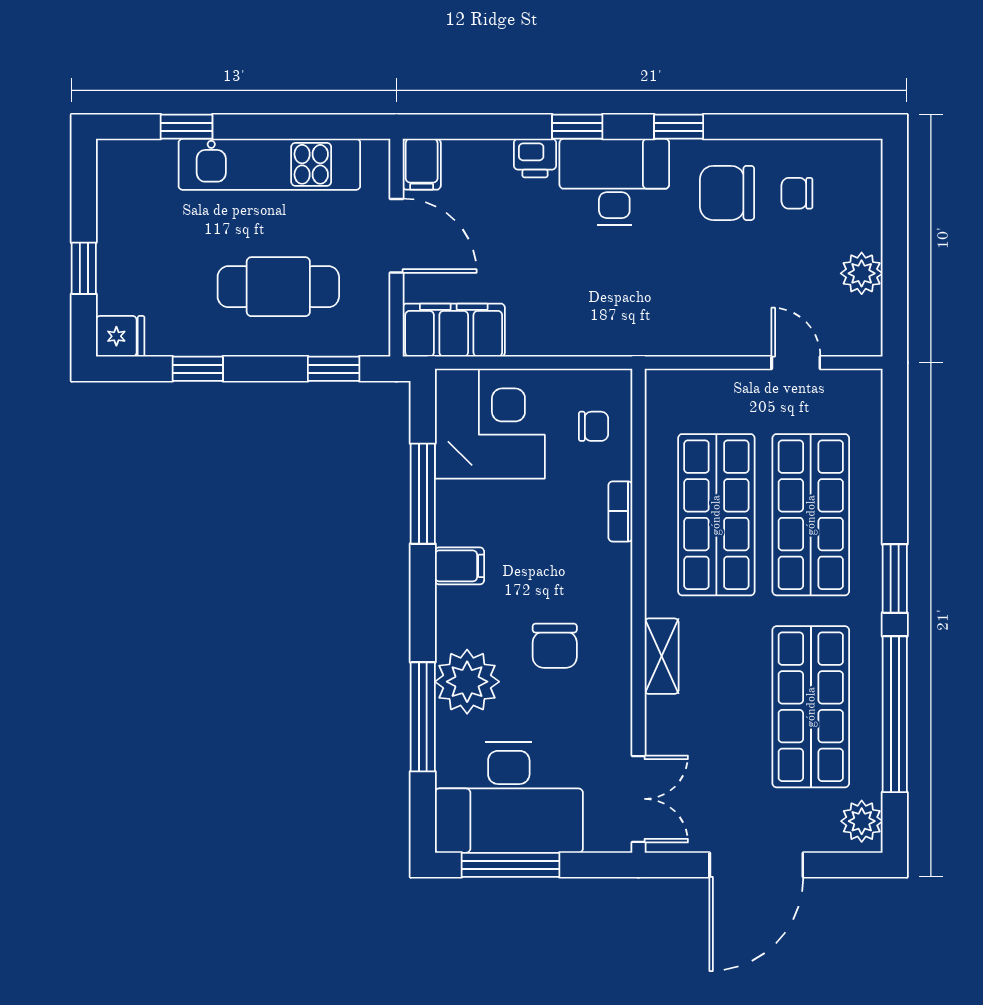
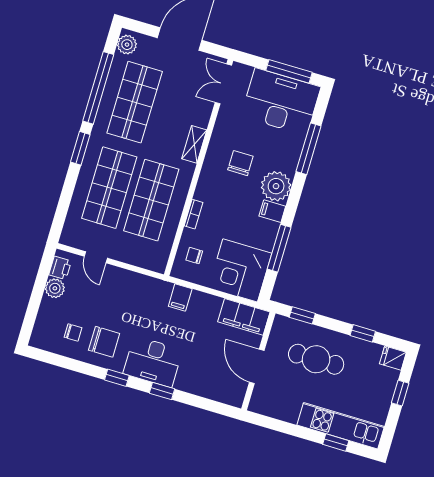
printer: (535, 158) -> (60, 268), moved, turned 90
kitchen unit: (269, 164) -> (341, 426), moved
filing cabinet: (422, 164) -> (180, 297), moved, turned 180
plant: (467, 682) -> (276, 186), moved

